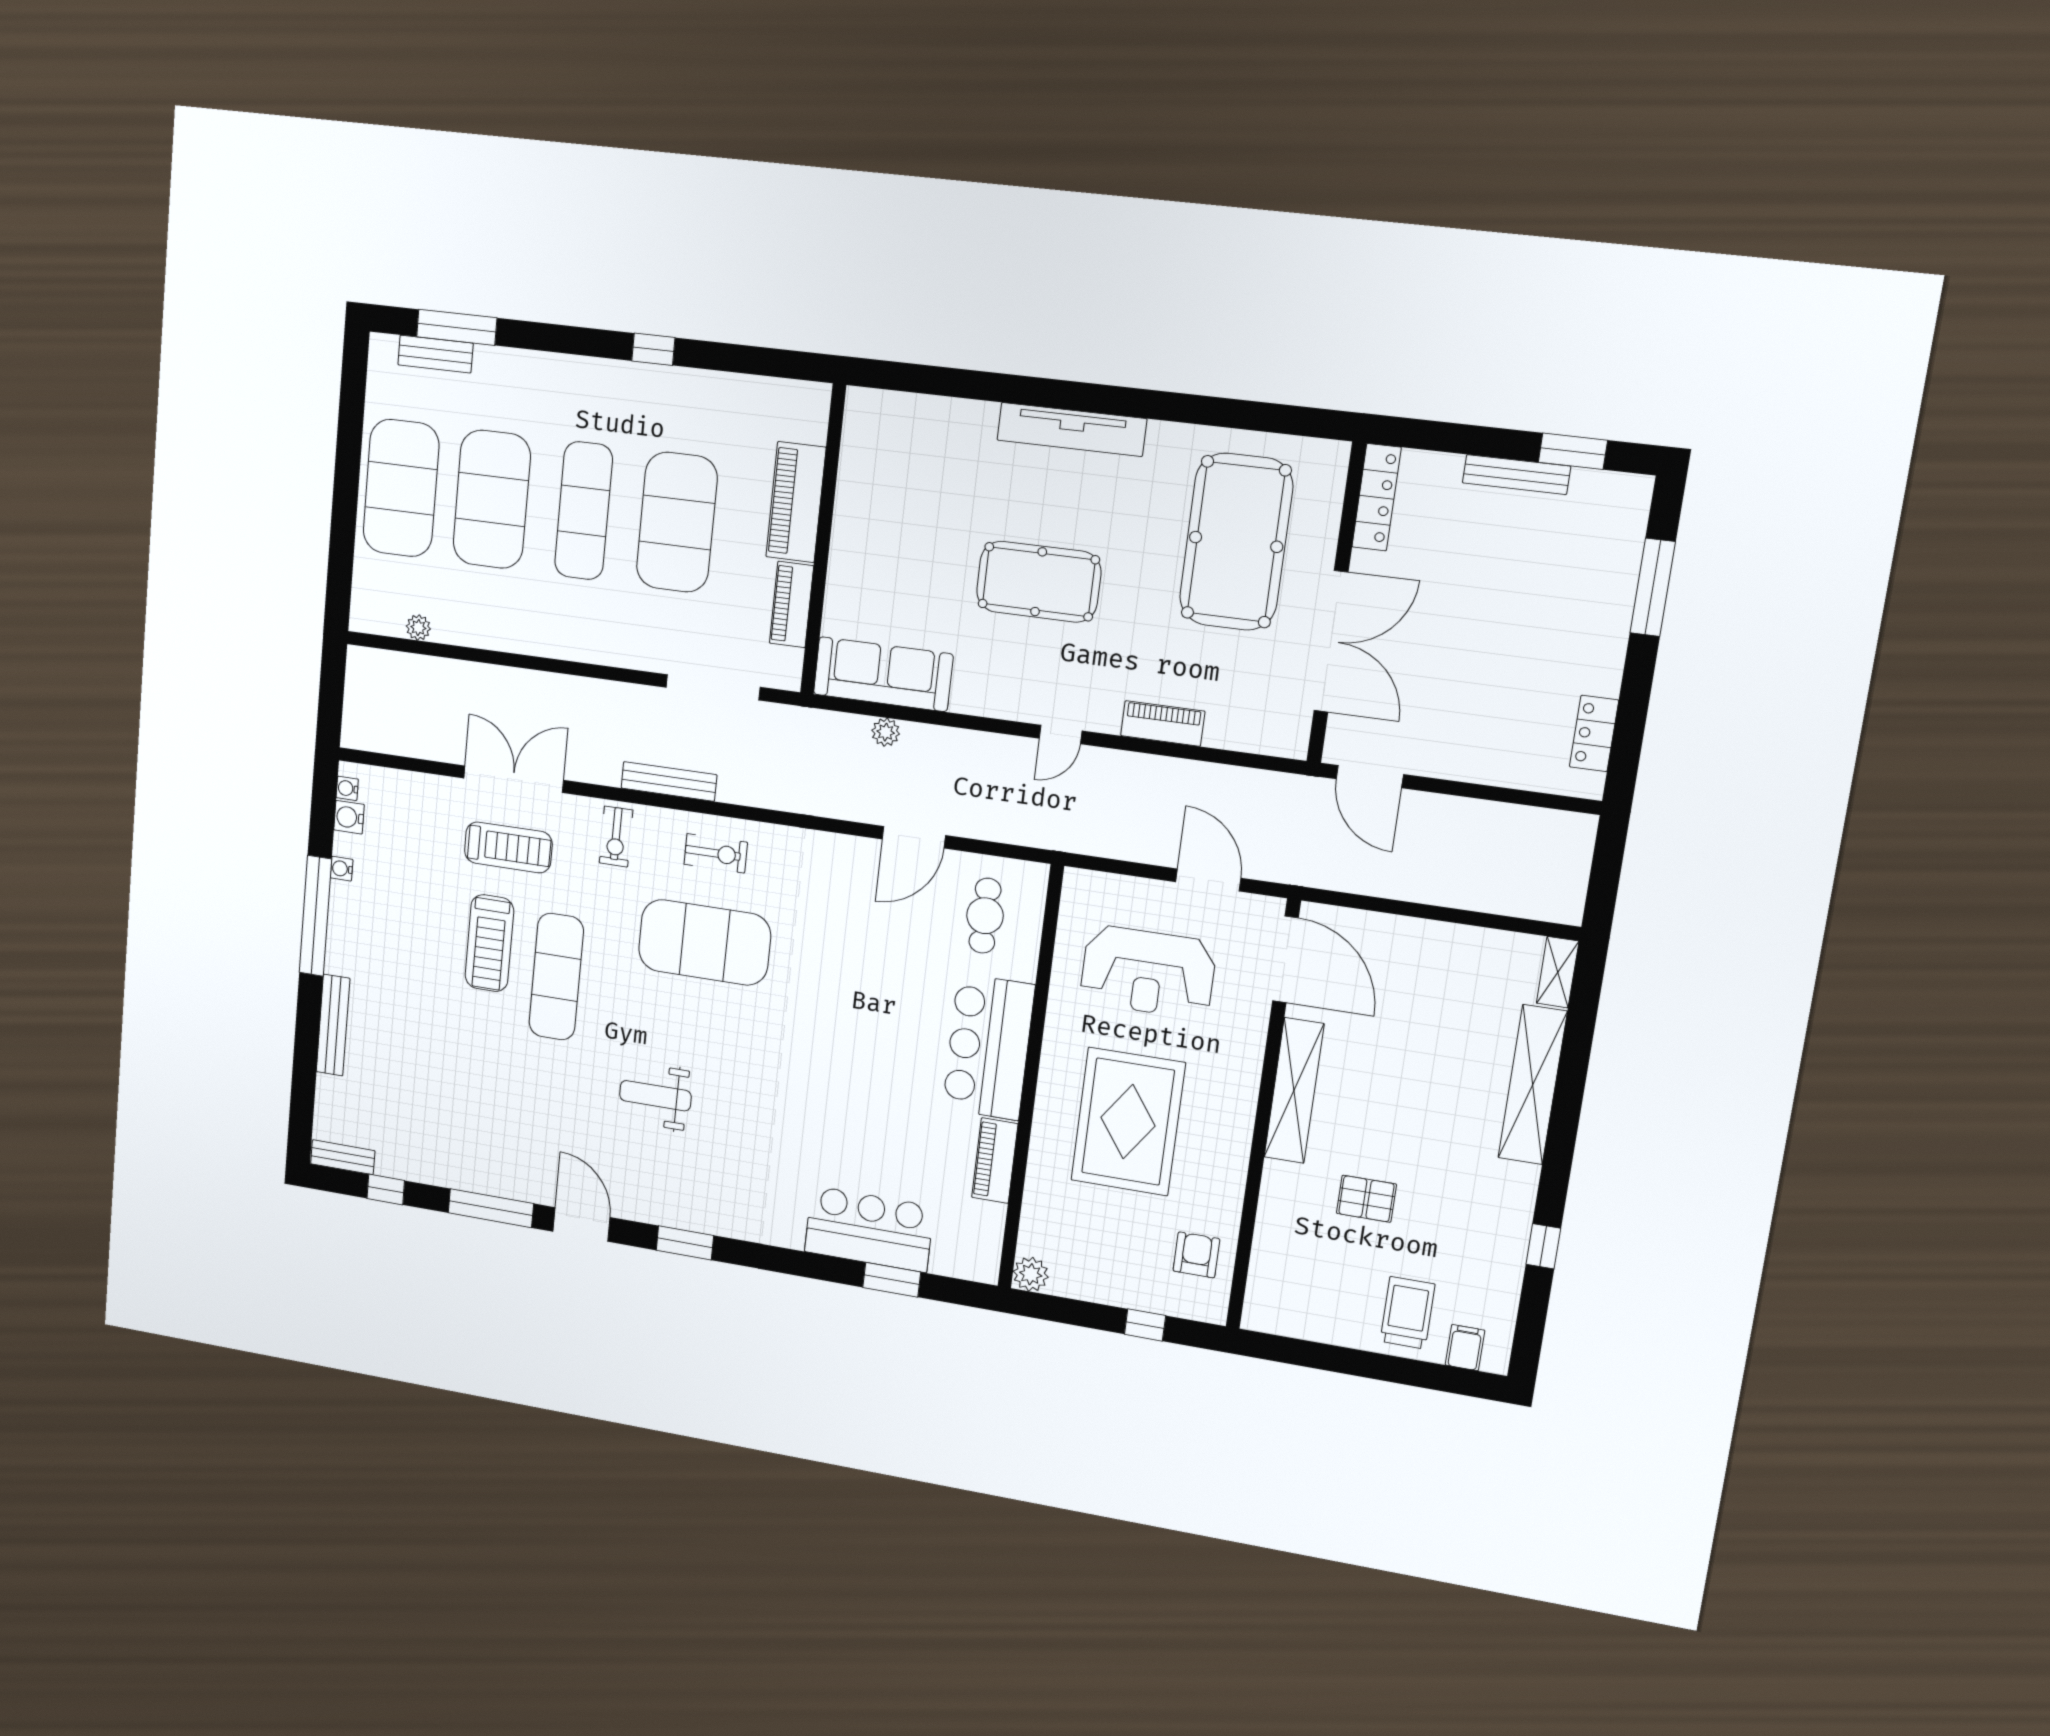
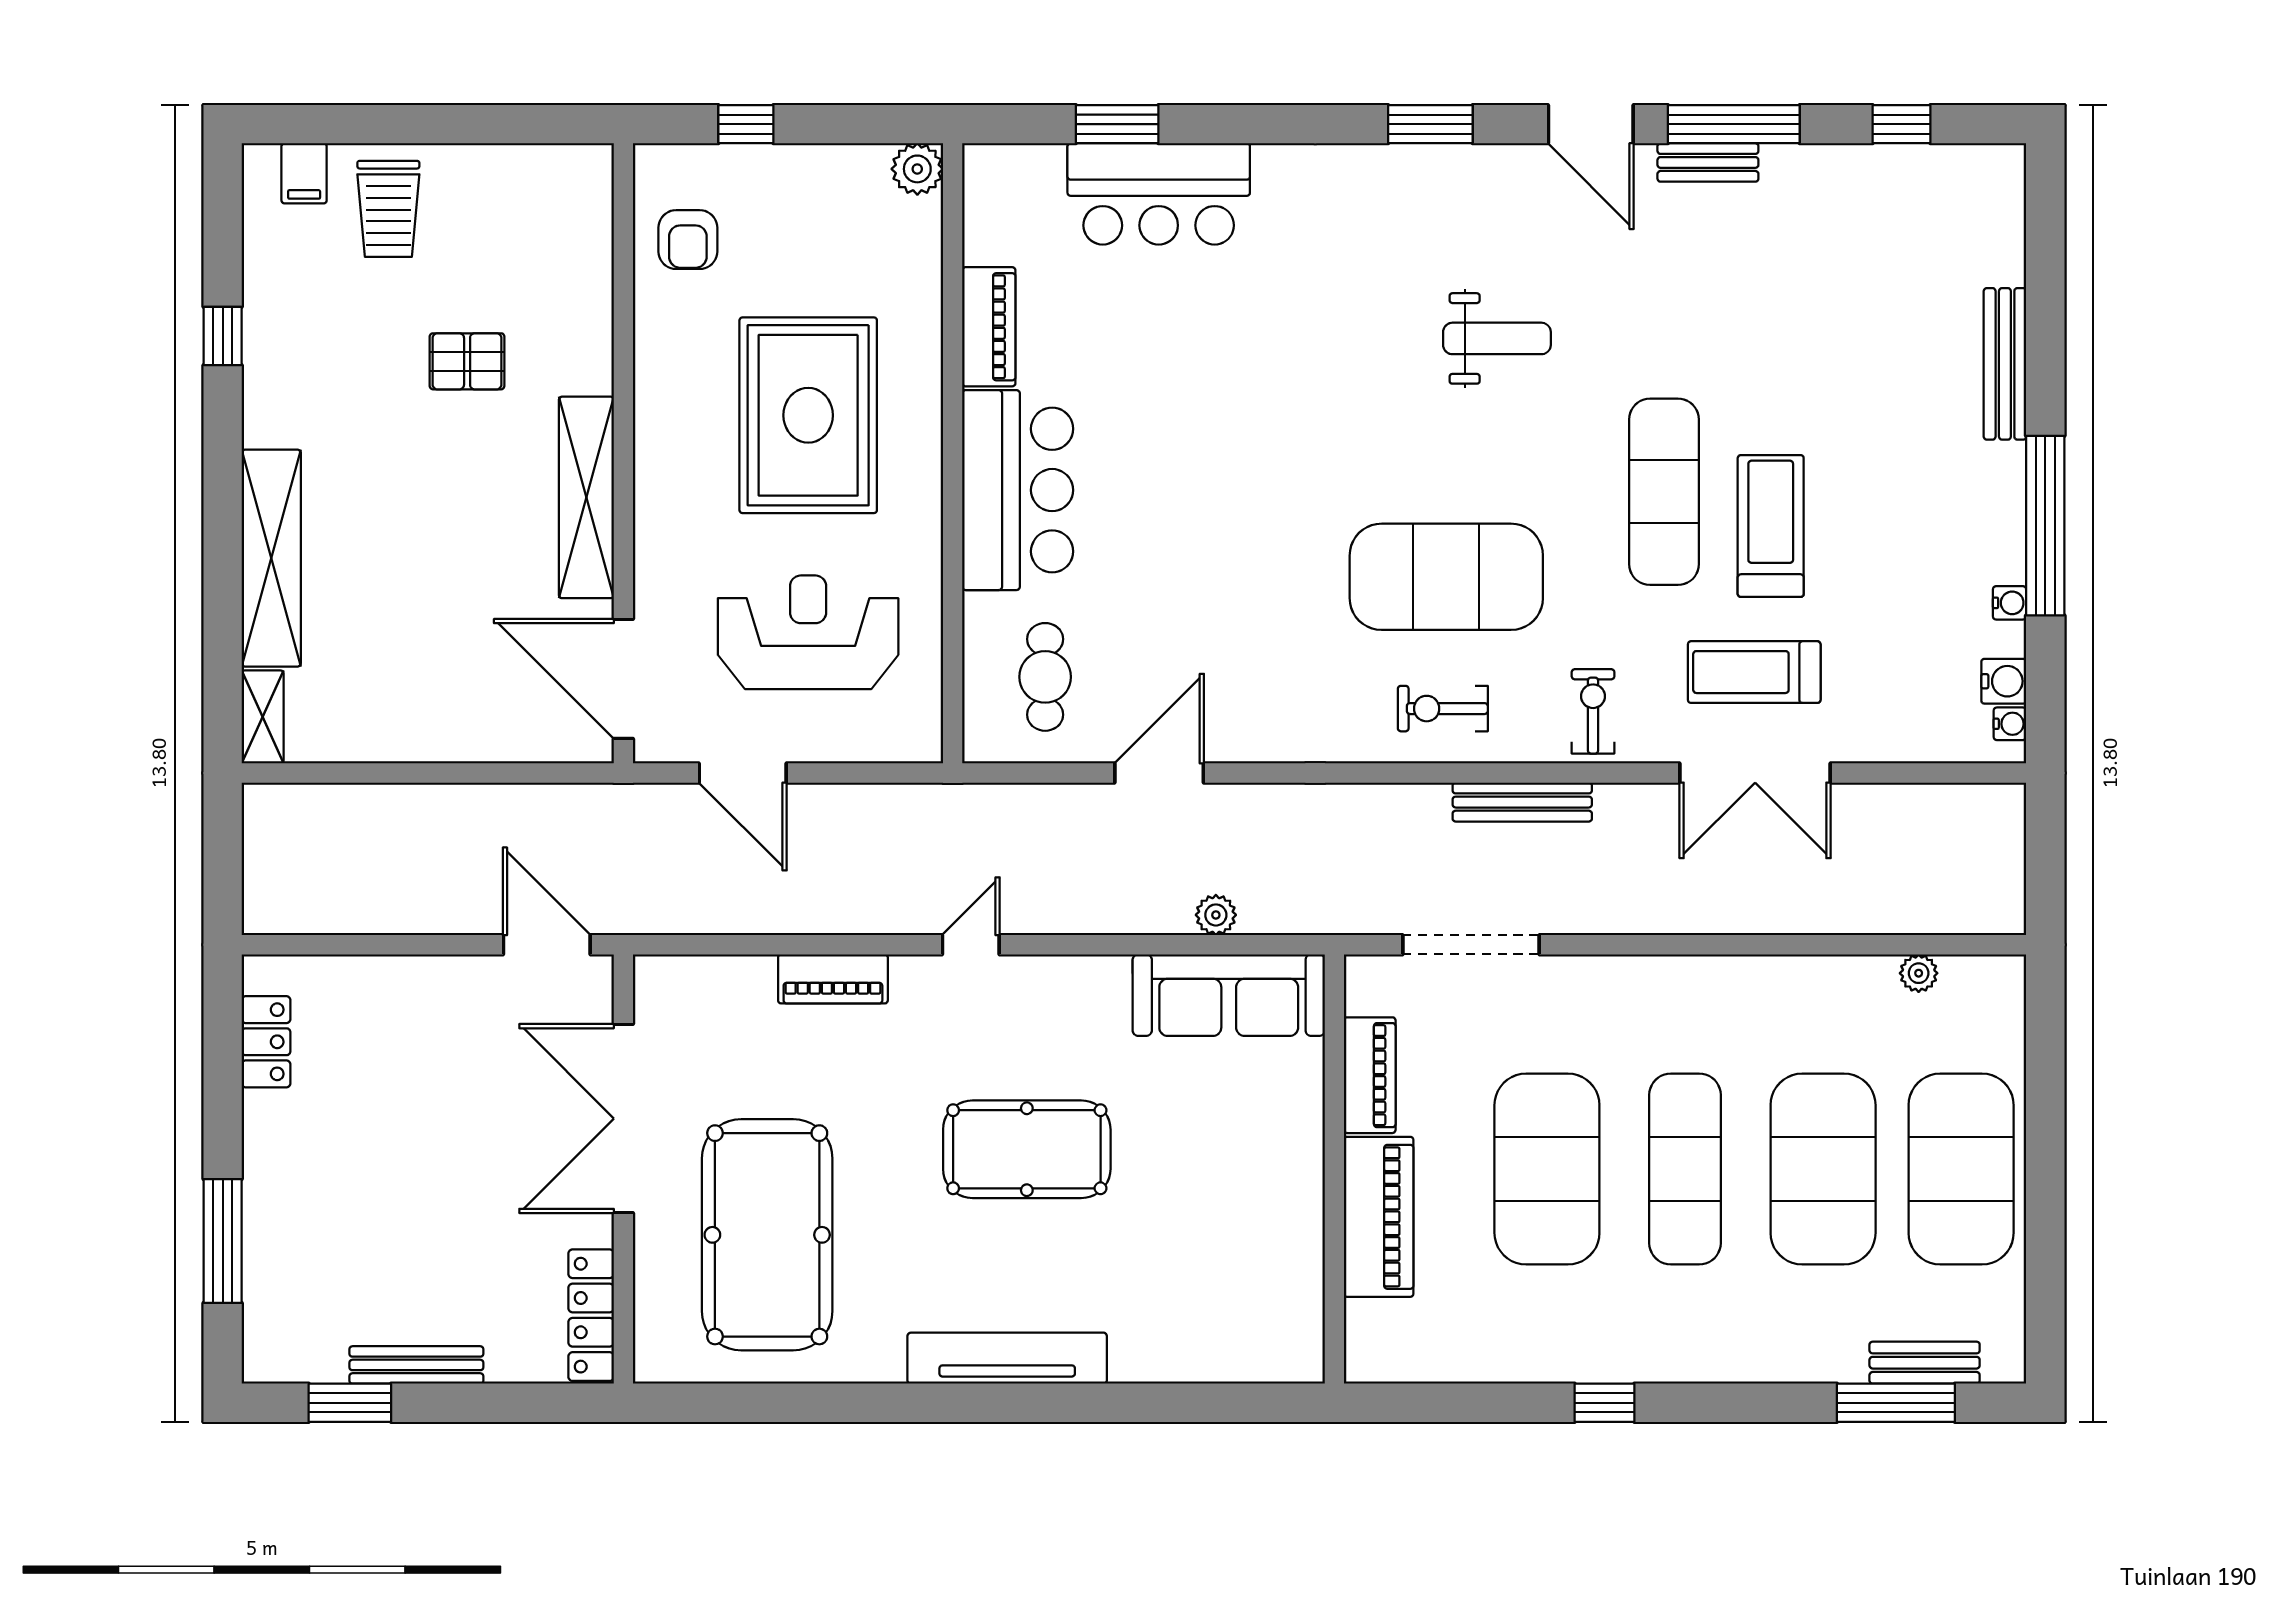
bench: (343, 1157) -> (1708, 162), moved

